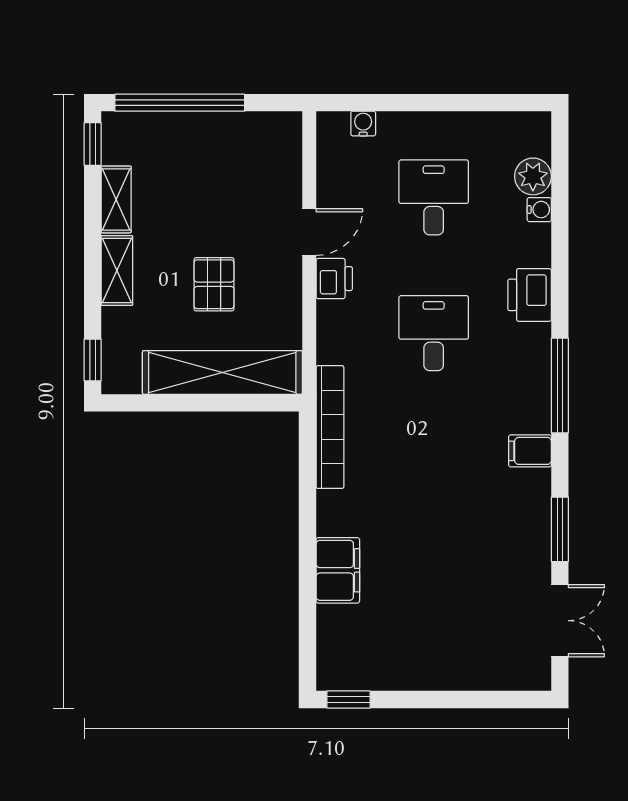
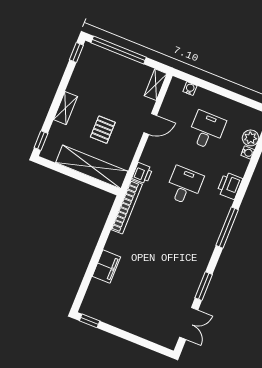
shelving: (116, 199) -> (156, 85), moved
printer: (334, 279) -> (142, 173), moved
filing cabinet: (530, 451) -> (204, 249), removed

